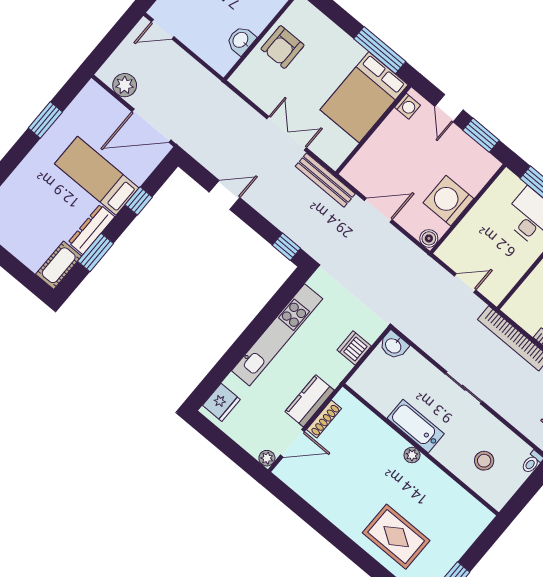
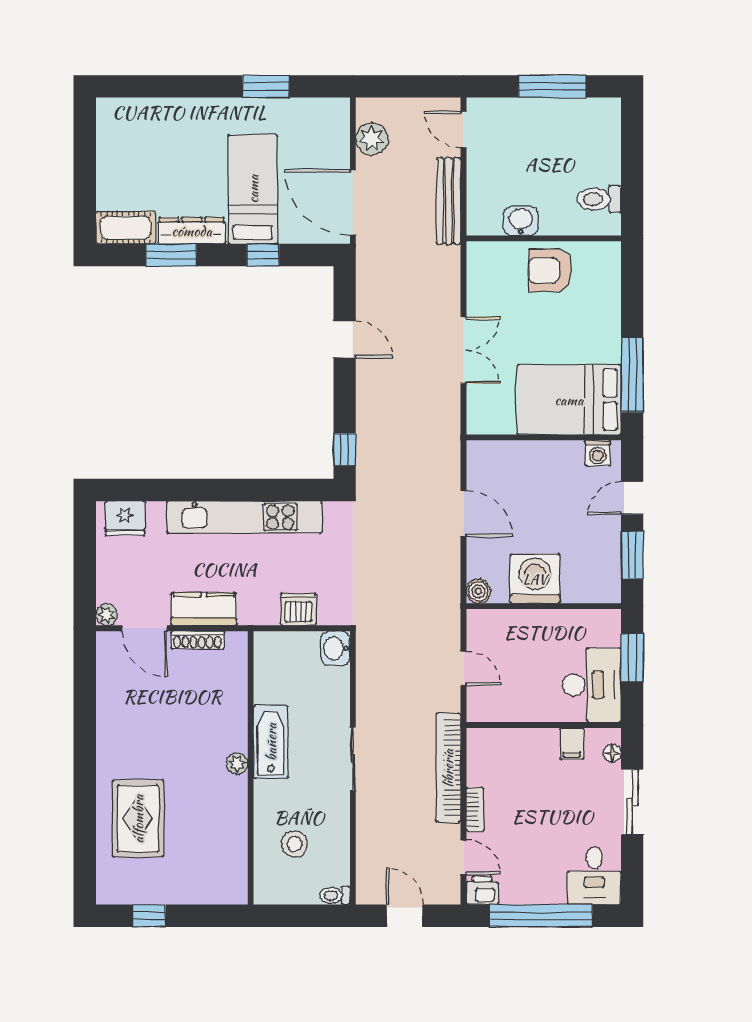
bench: (325, 180) -> (449, 201), moved

